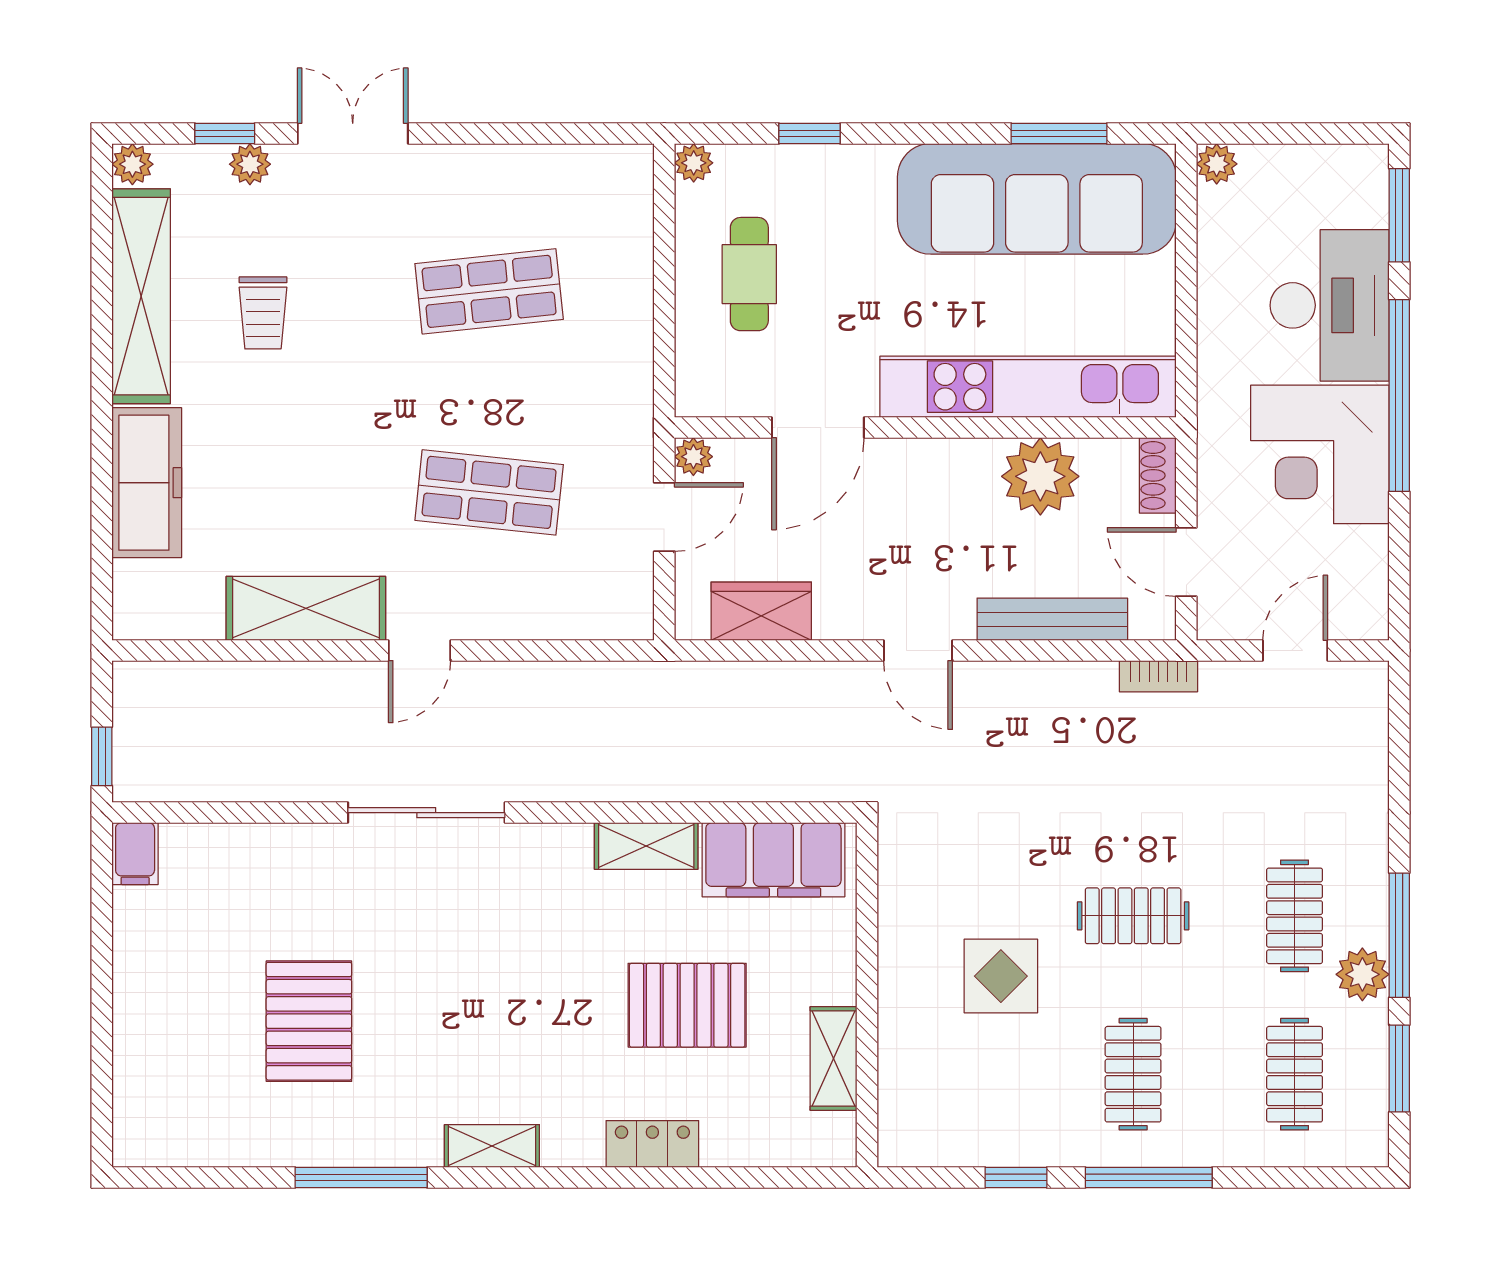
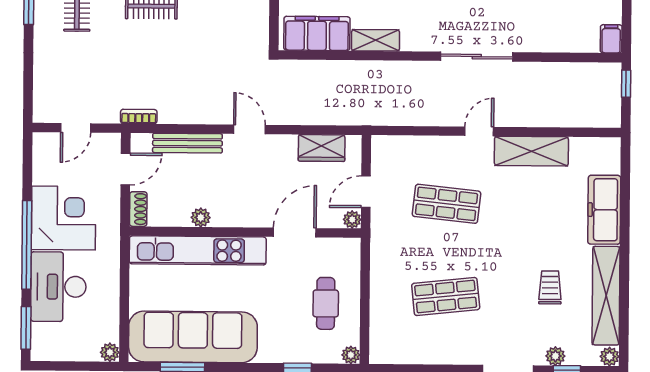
plant: (1040, 476) -> (201, 217), width x0.53, depth x0.53
door: (1186, 562) -> (125, 169), hinge flipped

